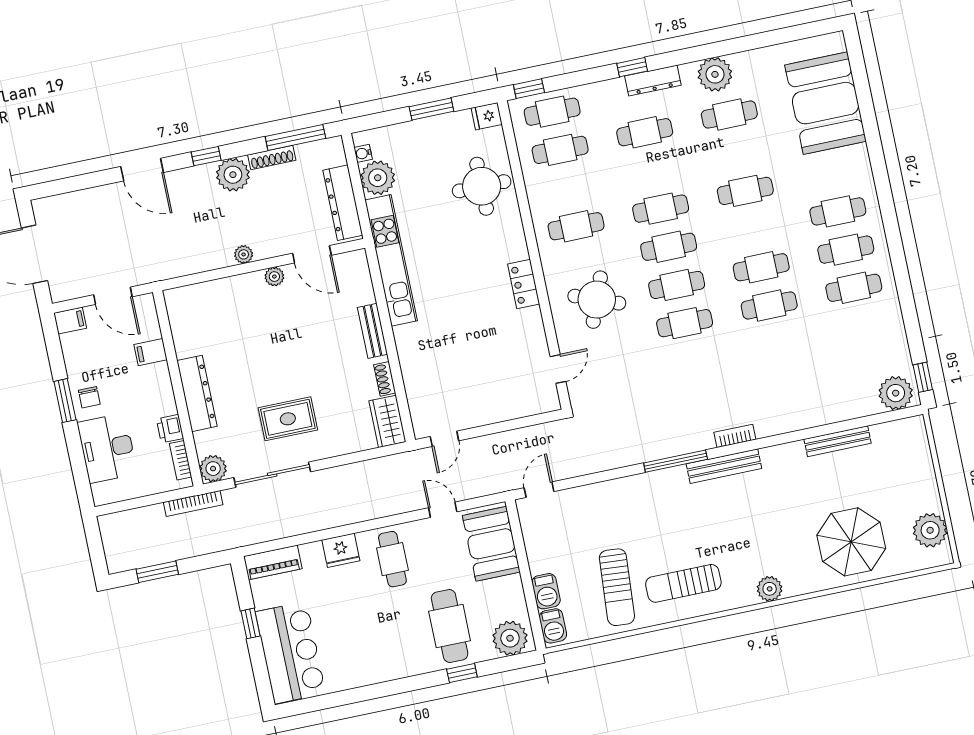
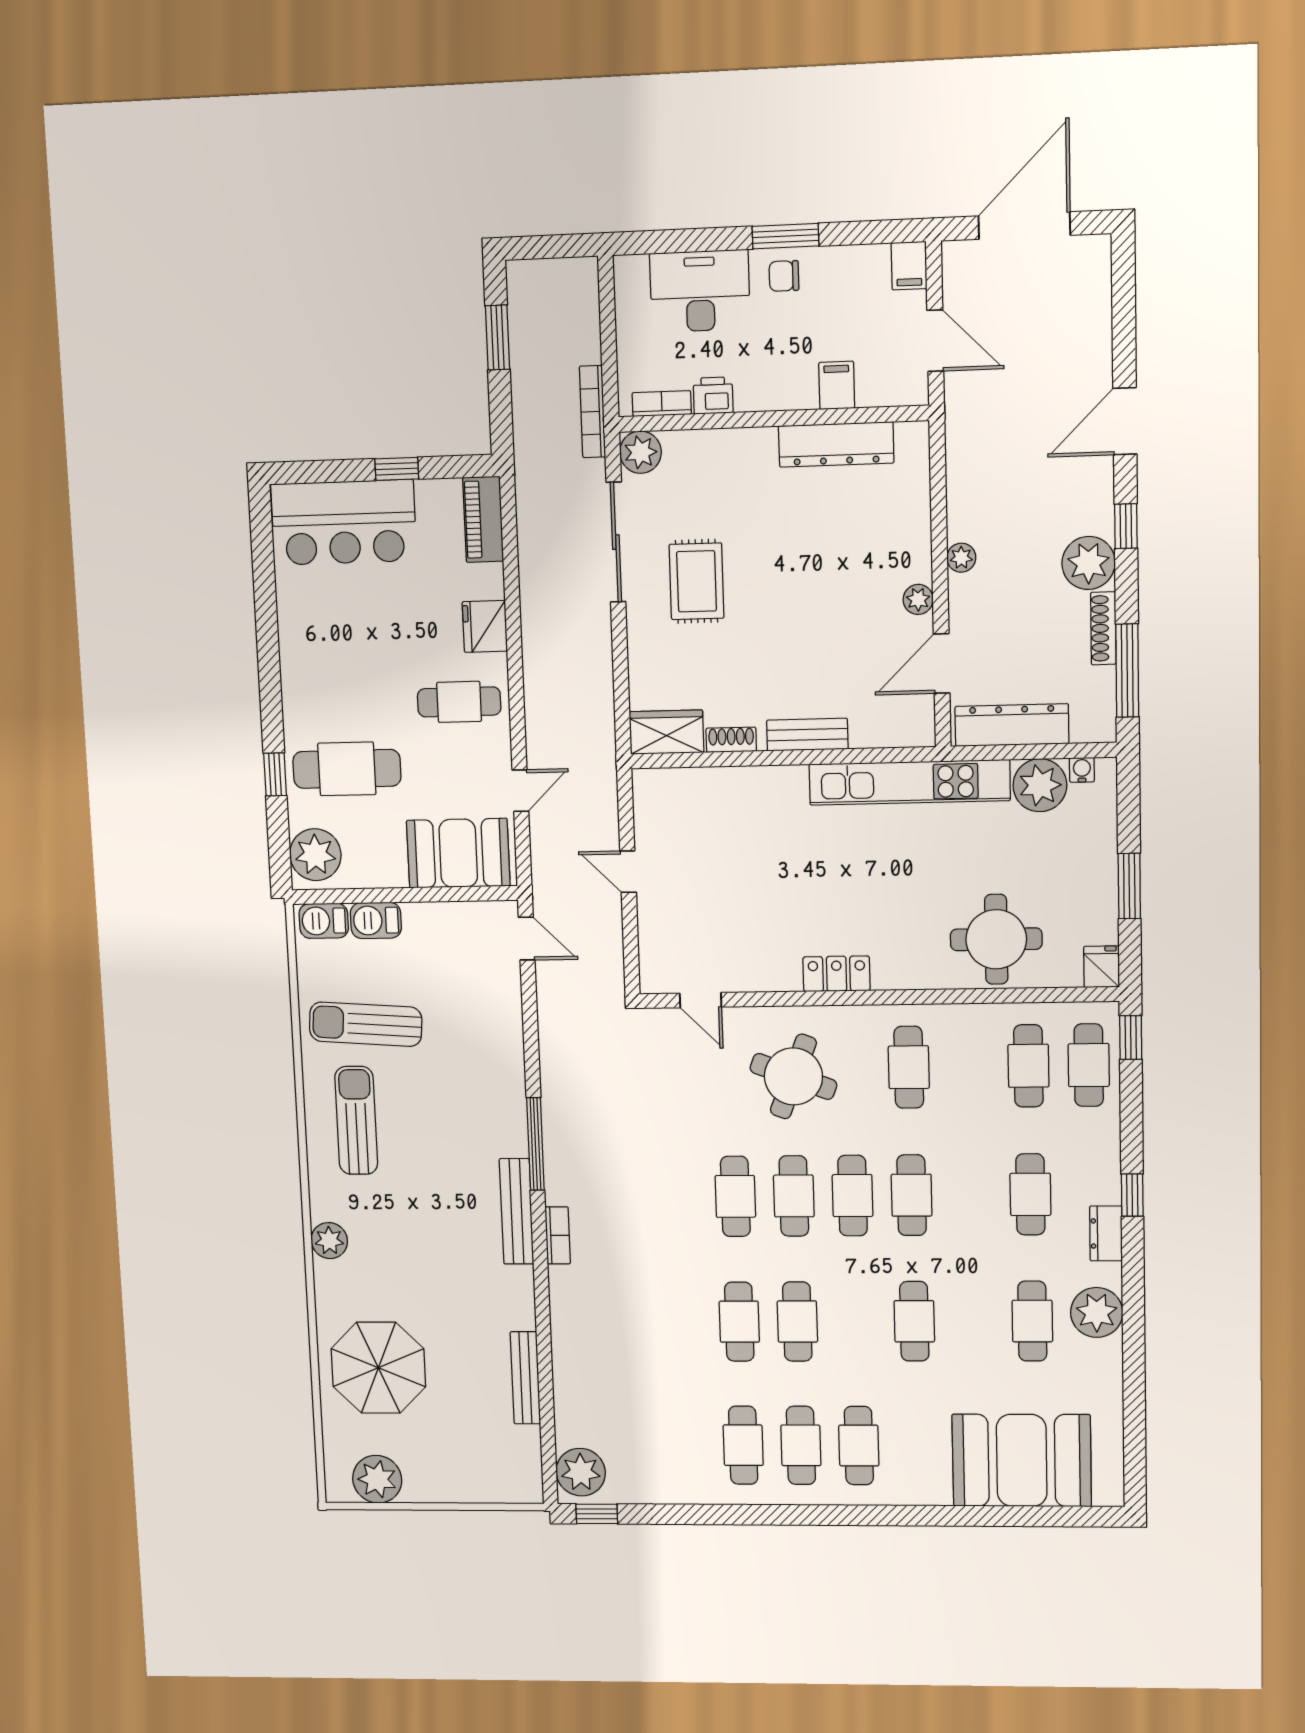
dresser: (653, 81) -> (1106, 1233), width x0.70
door: (113, 296) -> (935, 341), swing flipped
dresser: (197, 393) -> (836, 444), moved
door: (444, 439) -> (628, 872), moved

